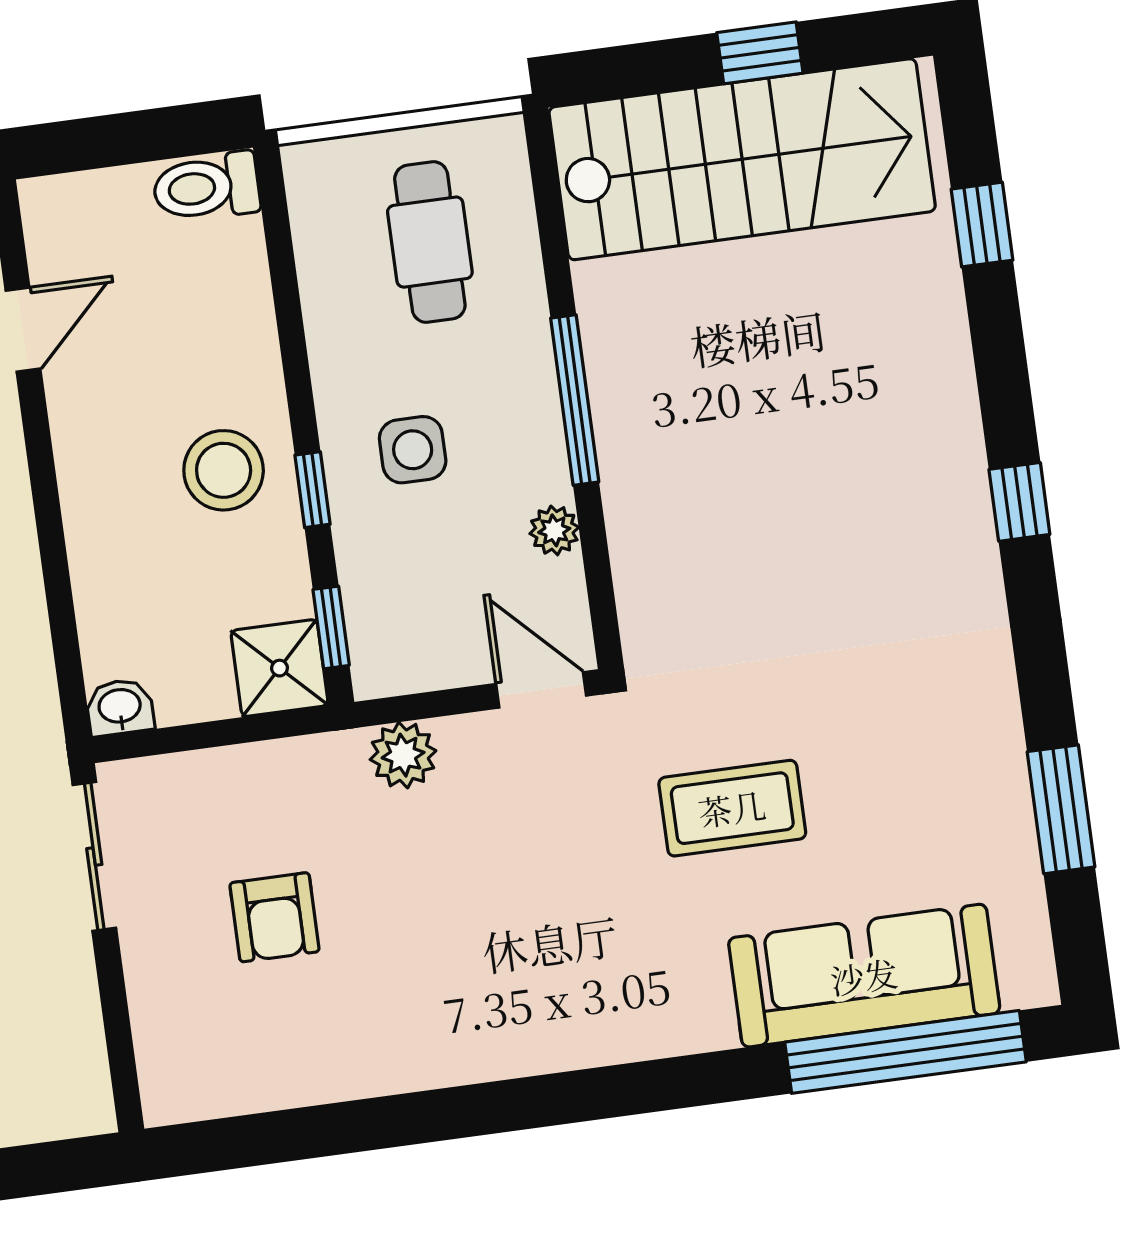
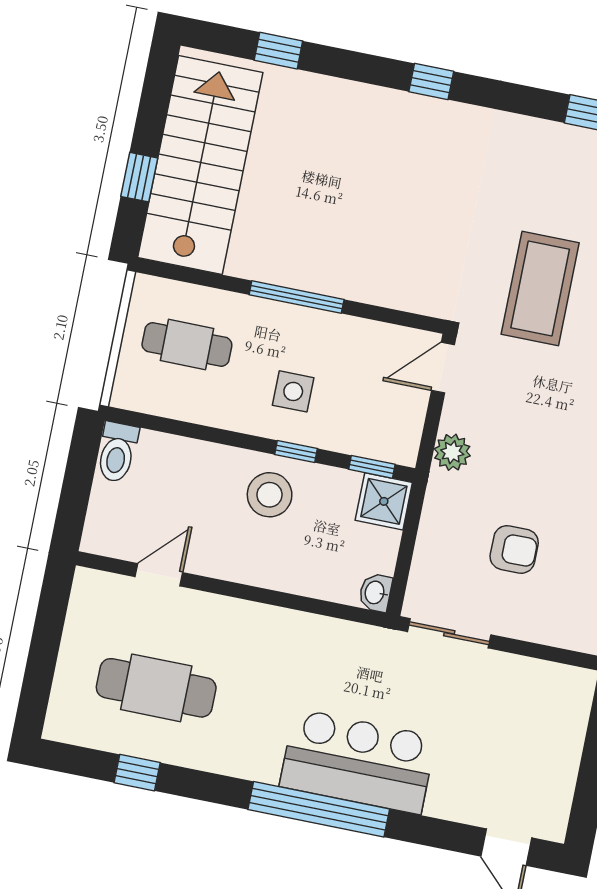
window: (760, 53) -> (139, 177), moved
door: (23, 330) -> (159, 575), hinge flipped
plant: (554, 530) -> (361, 332), removed
coffee table: (732, 808) -> (540, 289), width x1.36, depth x1.32

